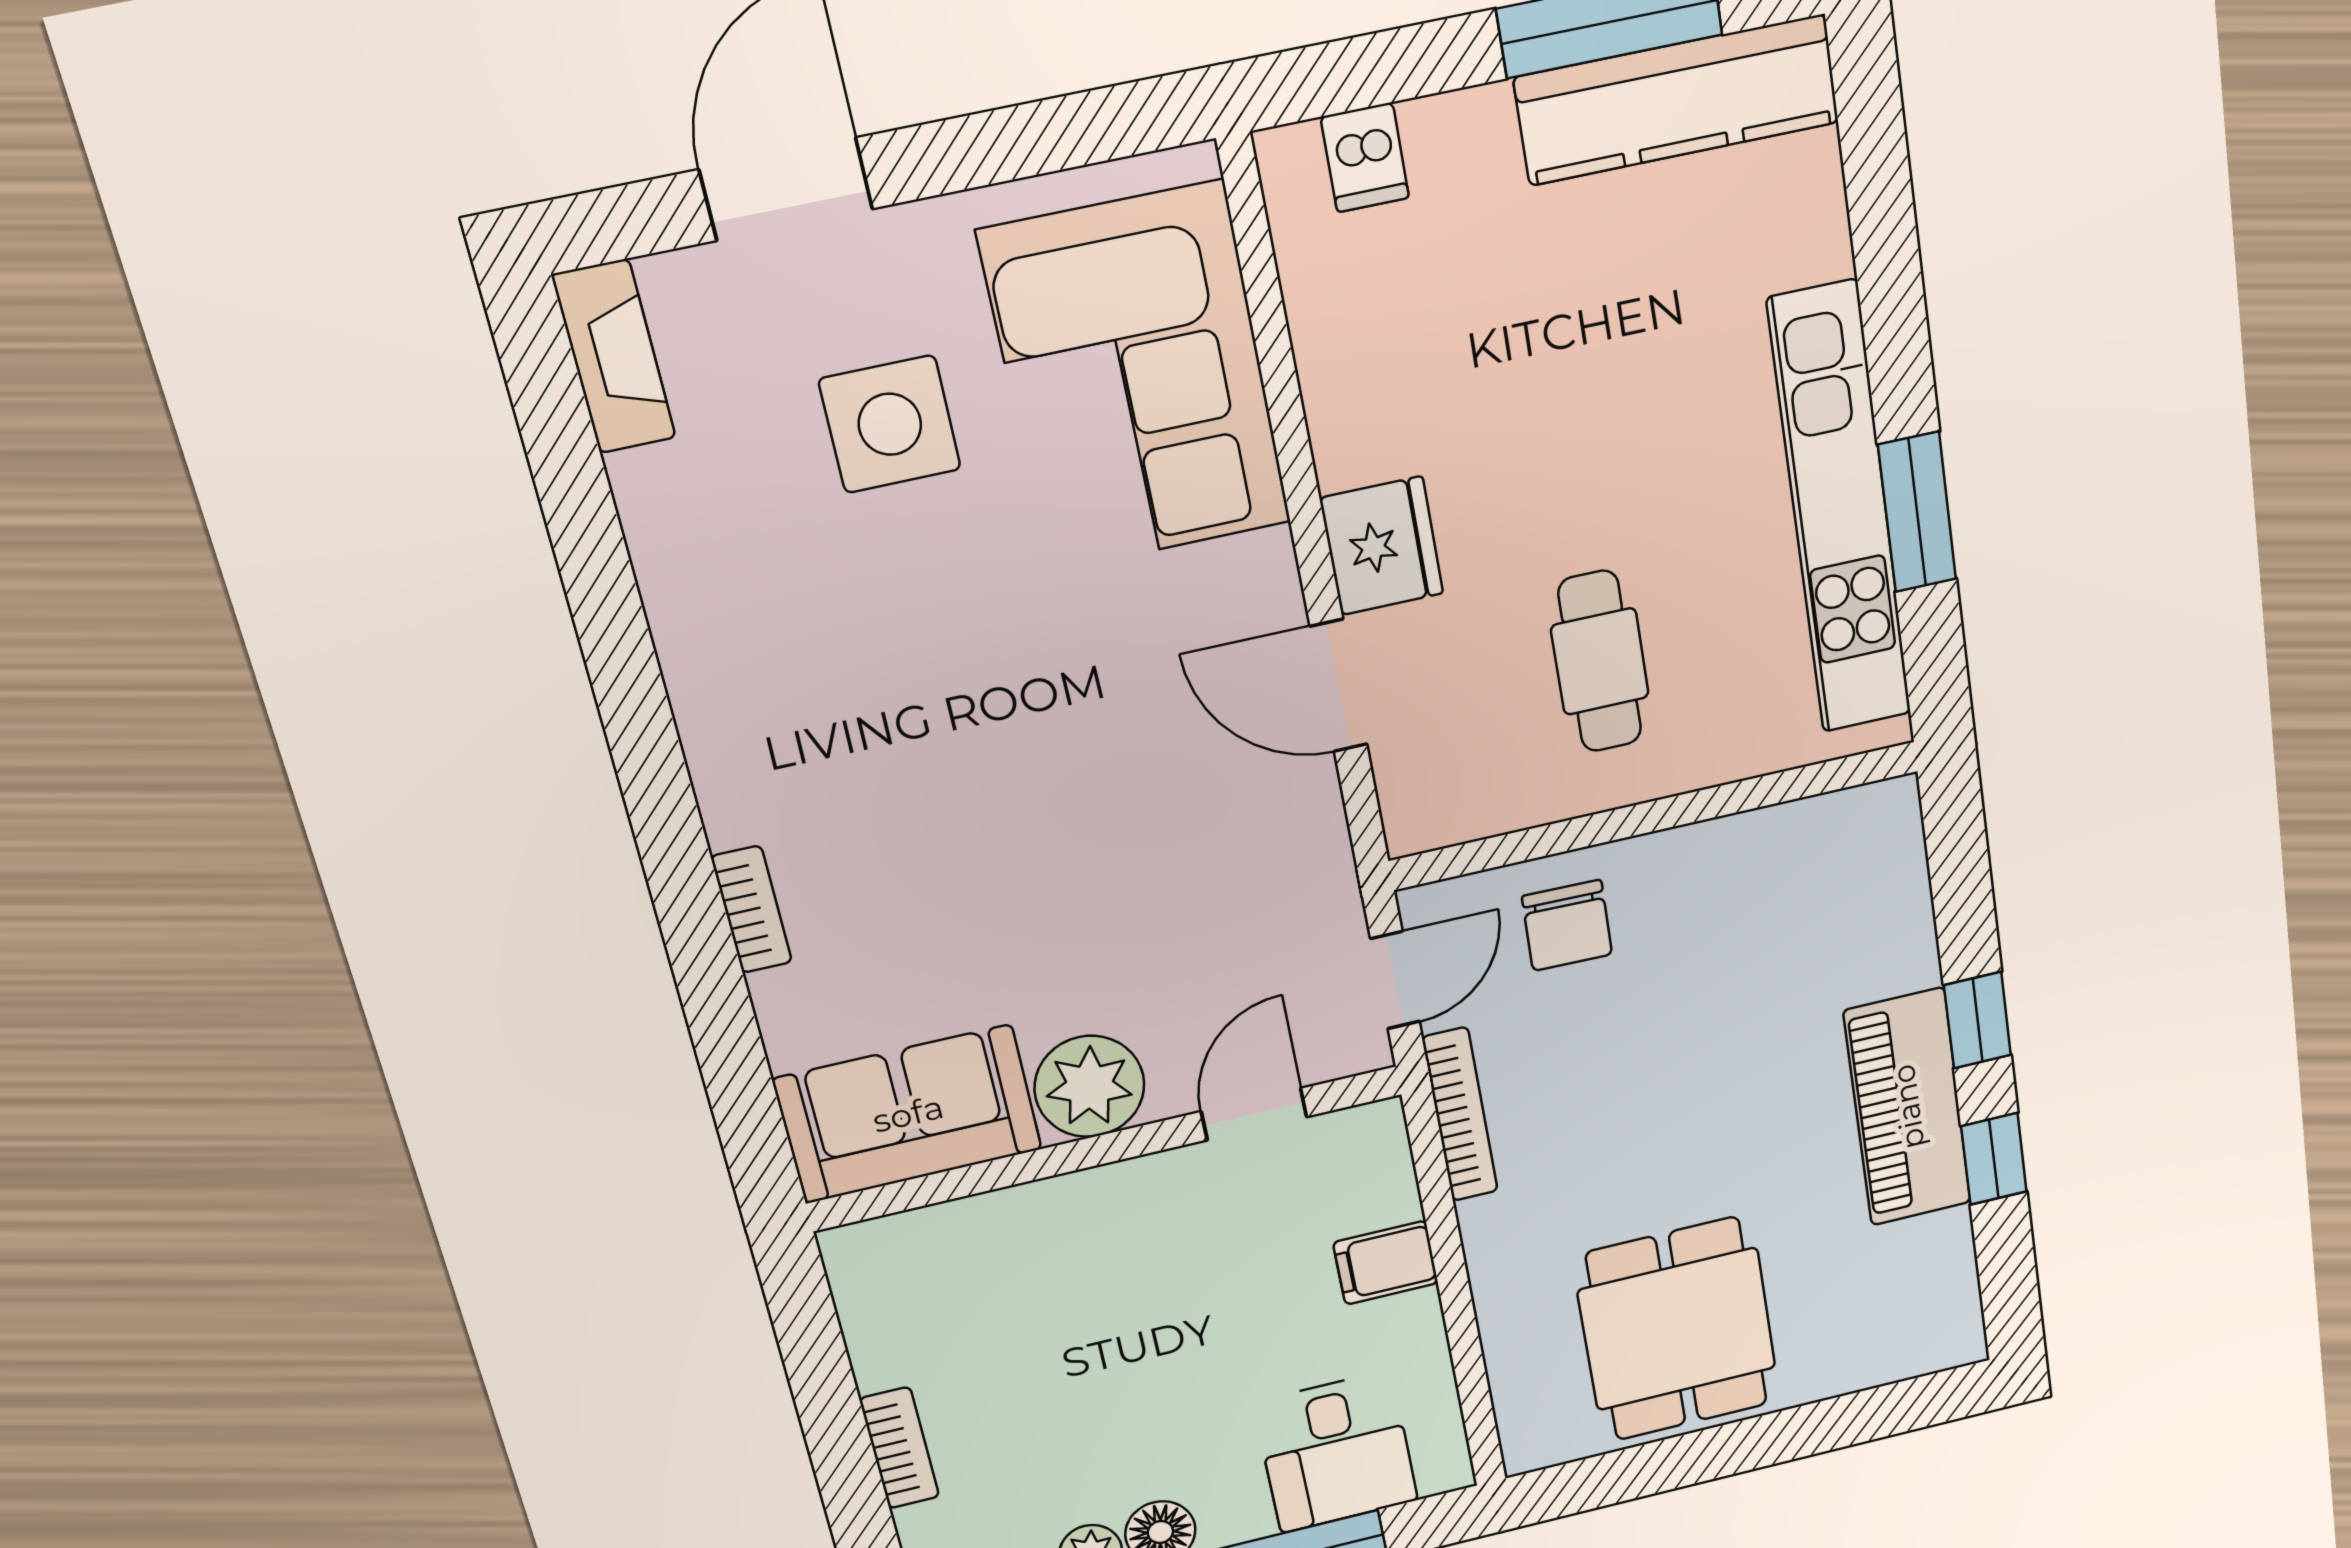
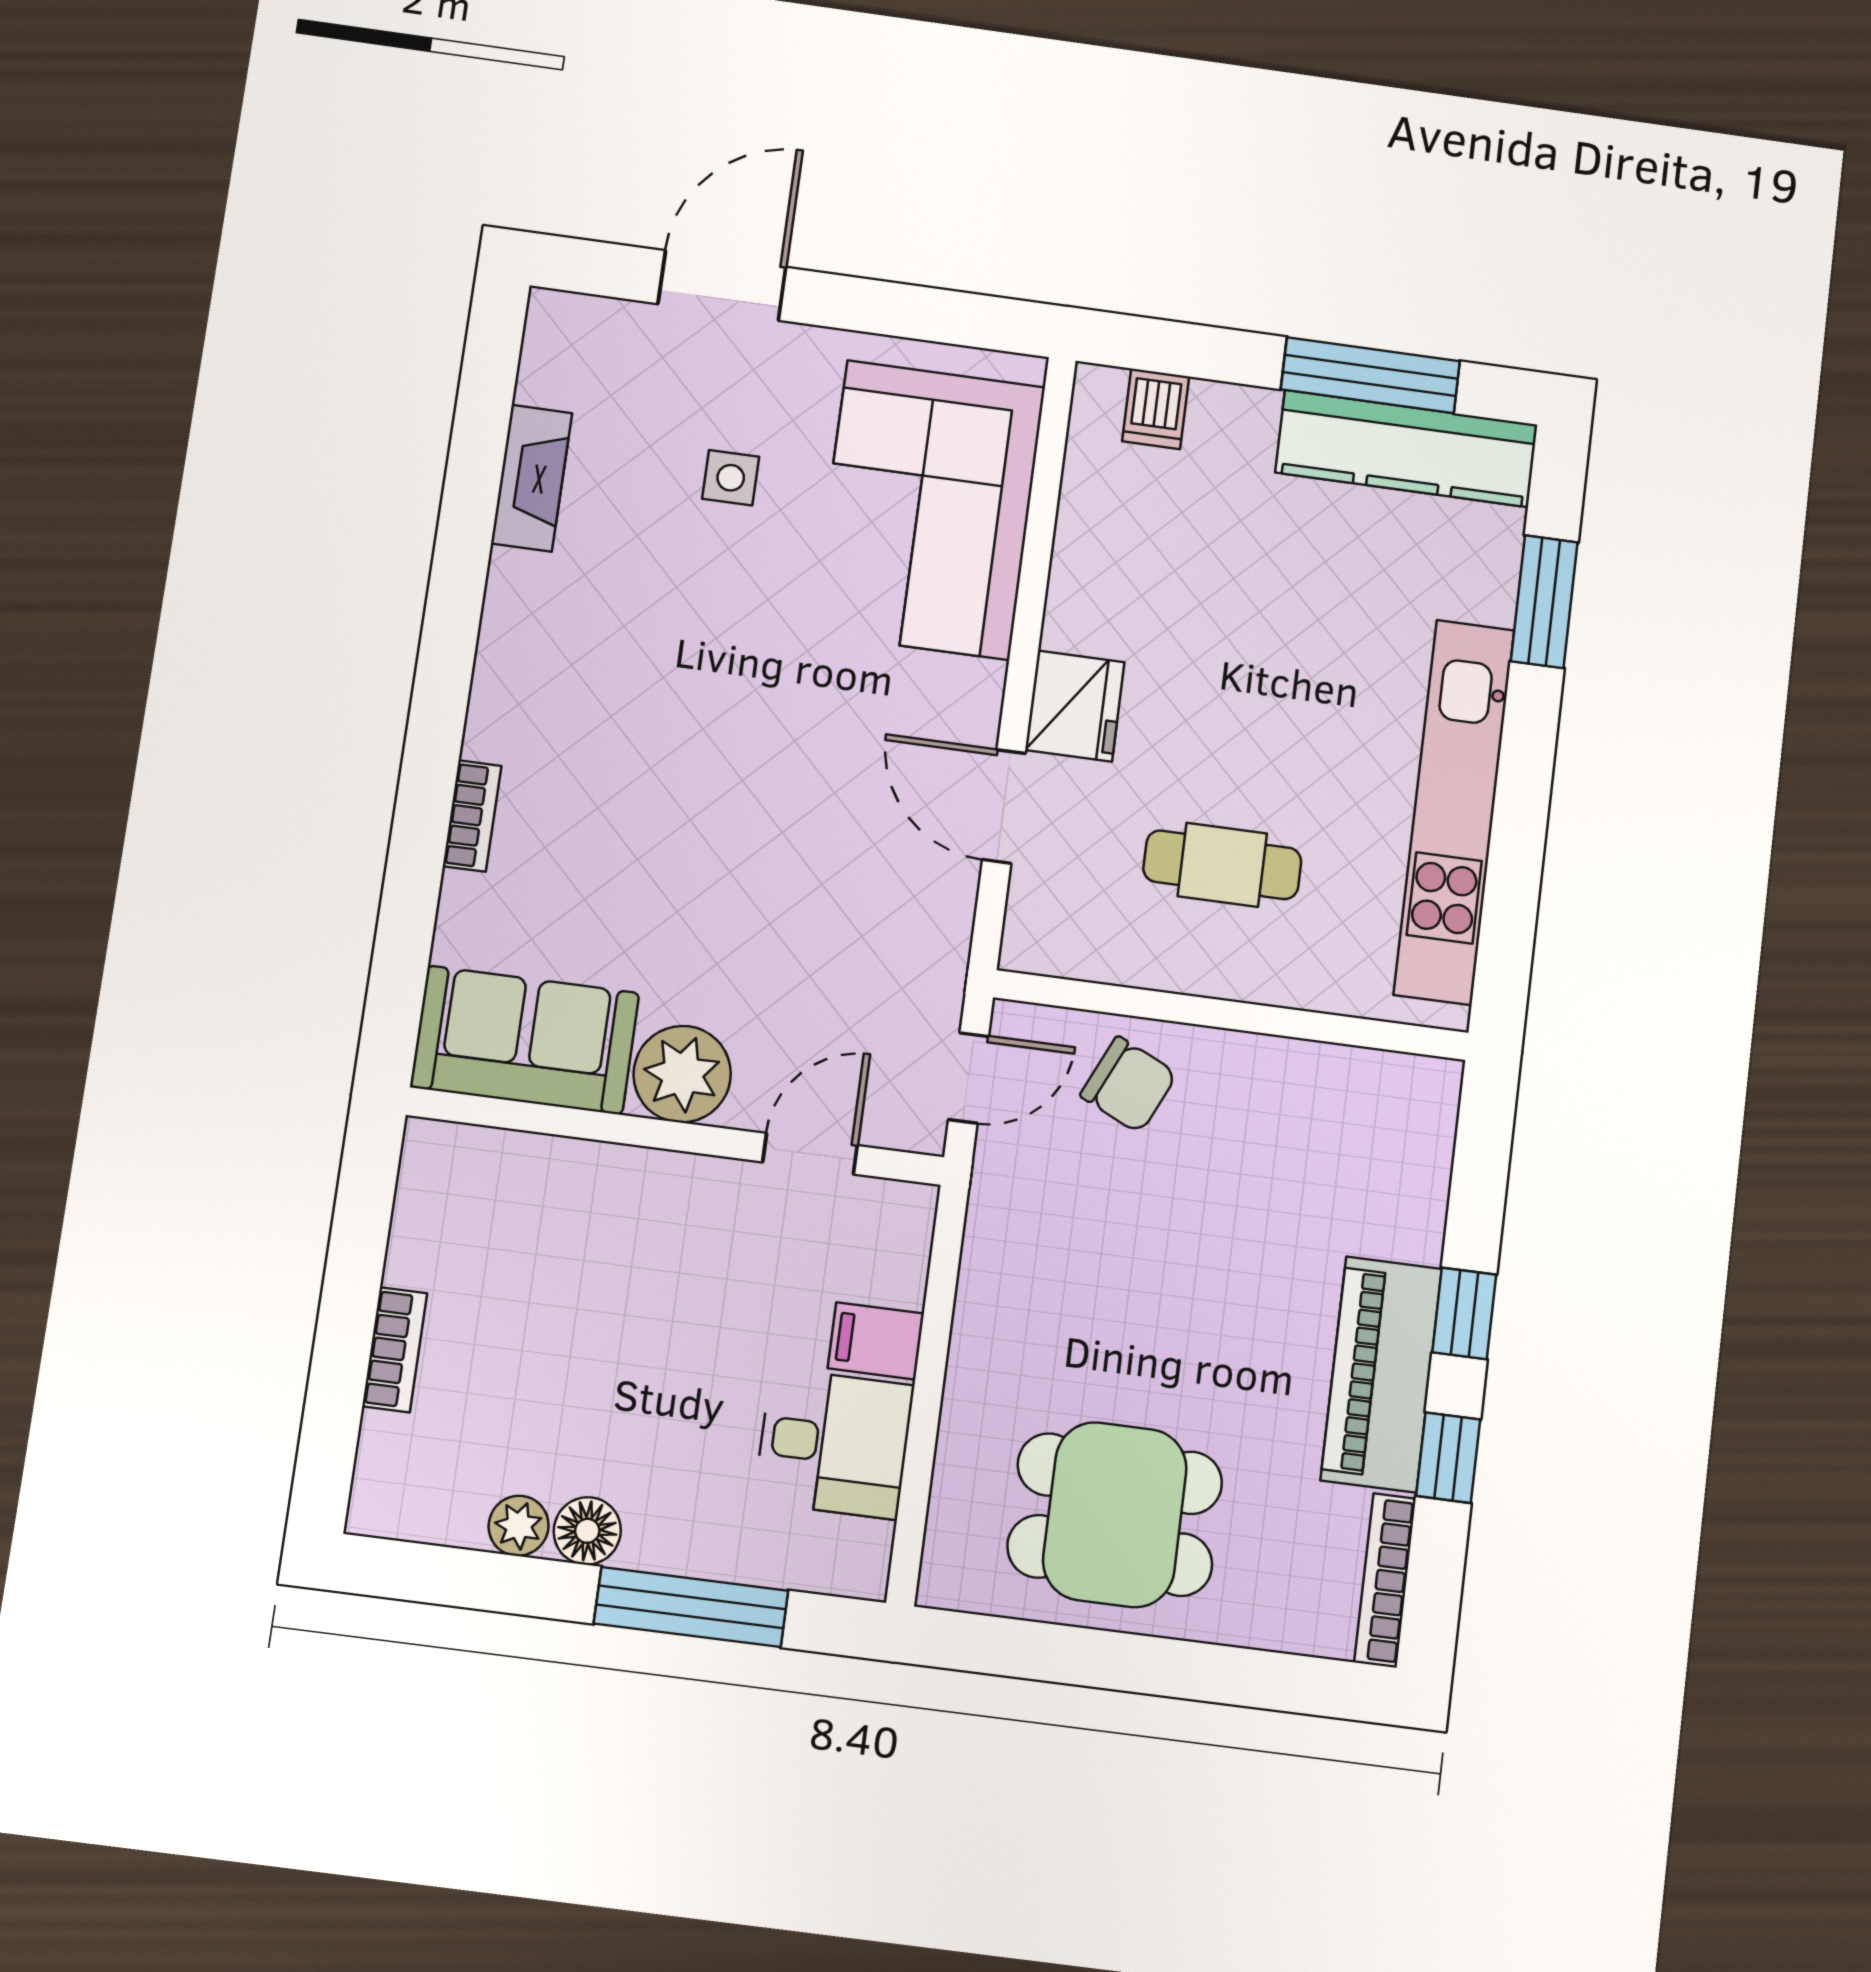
fireplace: (614, 357) -> (532, 478), moved
side table: (890, 424) -> (731, 478), width x0.54, depth x0.54
window: (1917, 512) -> (1544, 602), moved
cafe table: (1600, 661) -> (1222, 865), turned 90
chair: (1567, 925) -> (1129, 1085), turned -66
bookcase: (1460, 1115) -> (1385, 1580), moved, turned 180
dining table: (1677, 1329) -> (1115, 1515), turned 90
desk: (1336, 1452) -> (834, 1443), moved, turned -90

